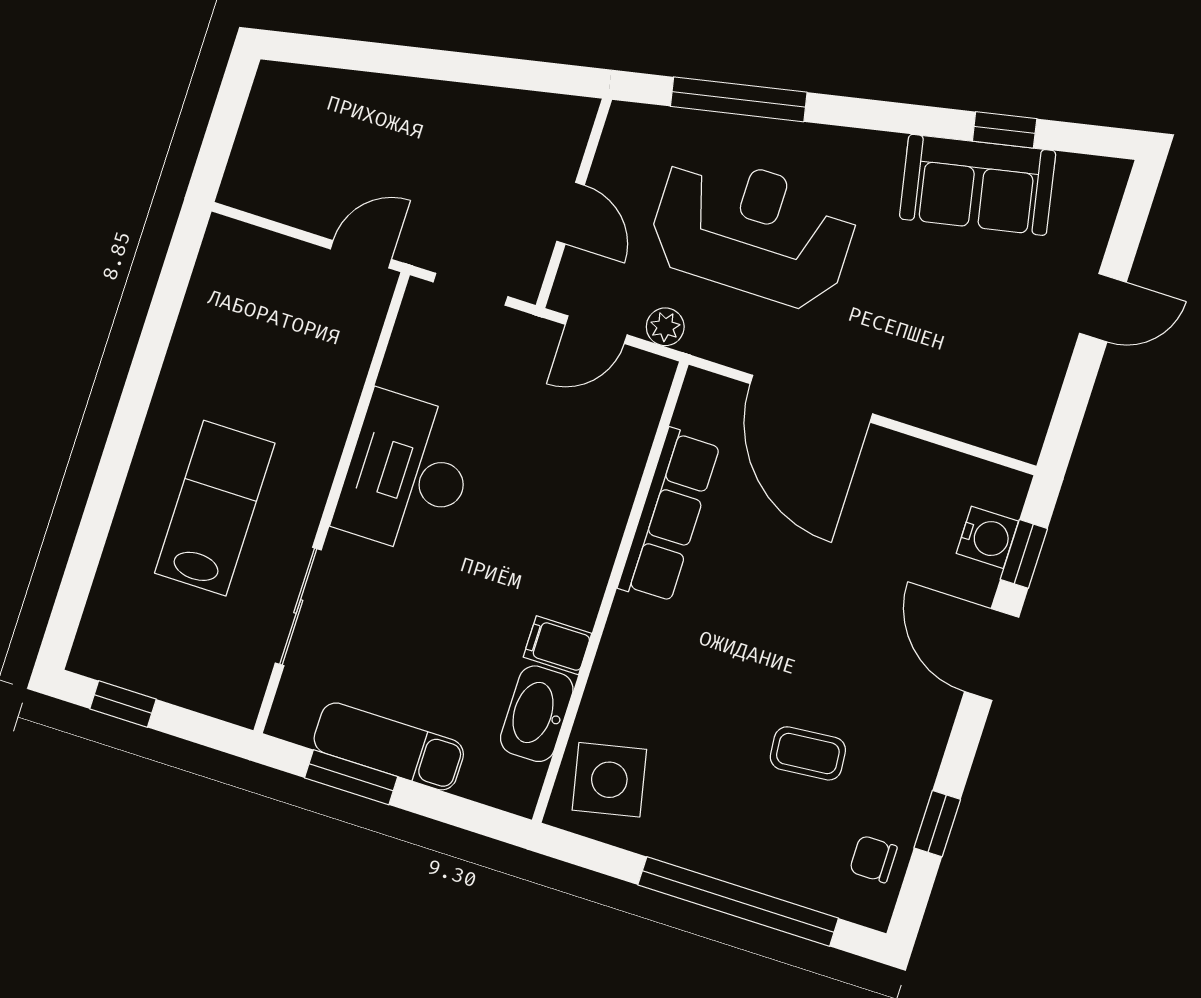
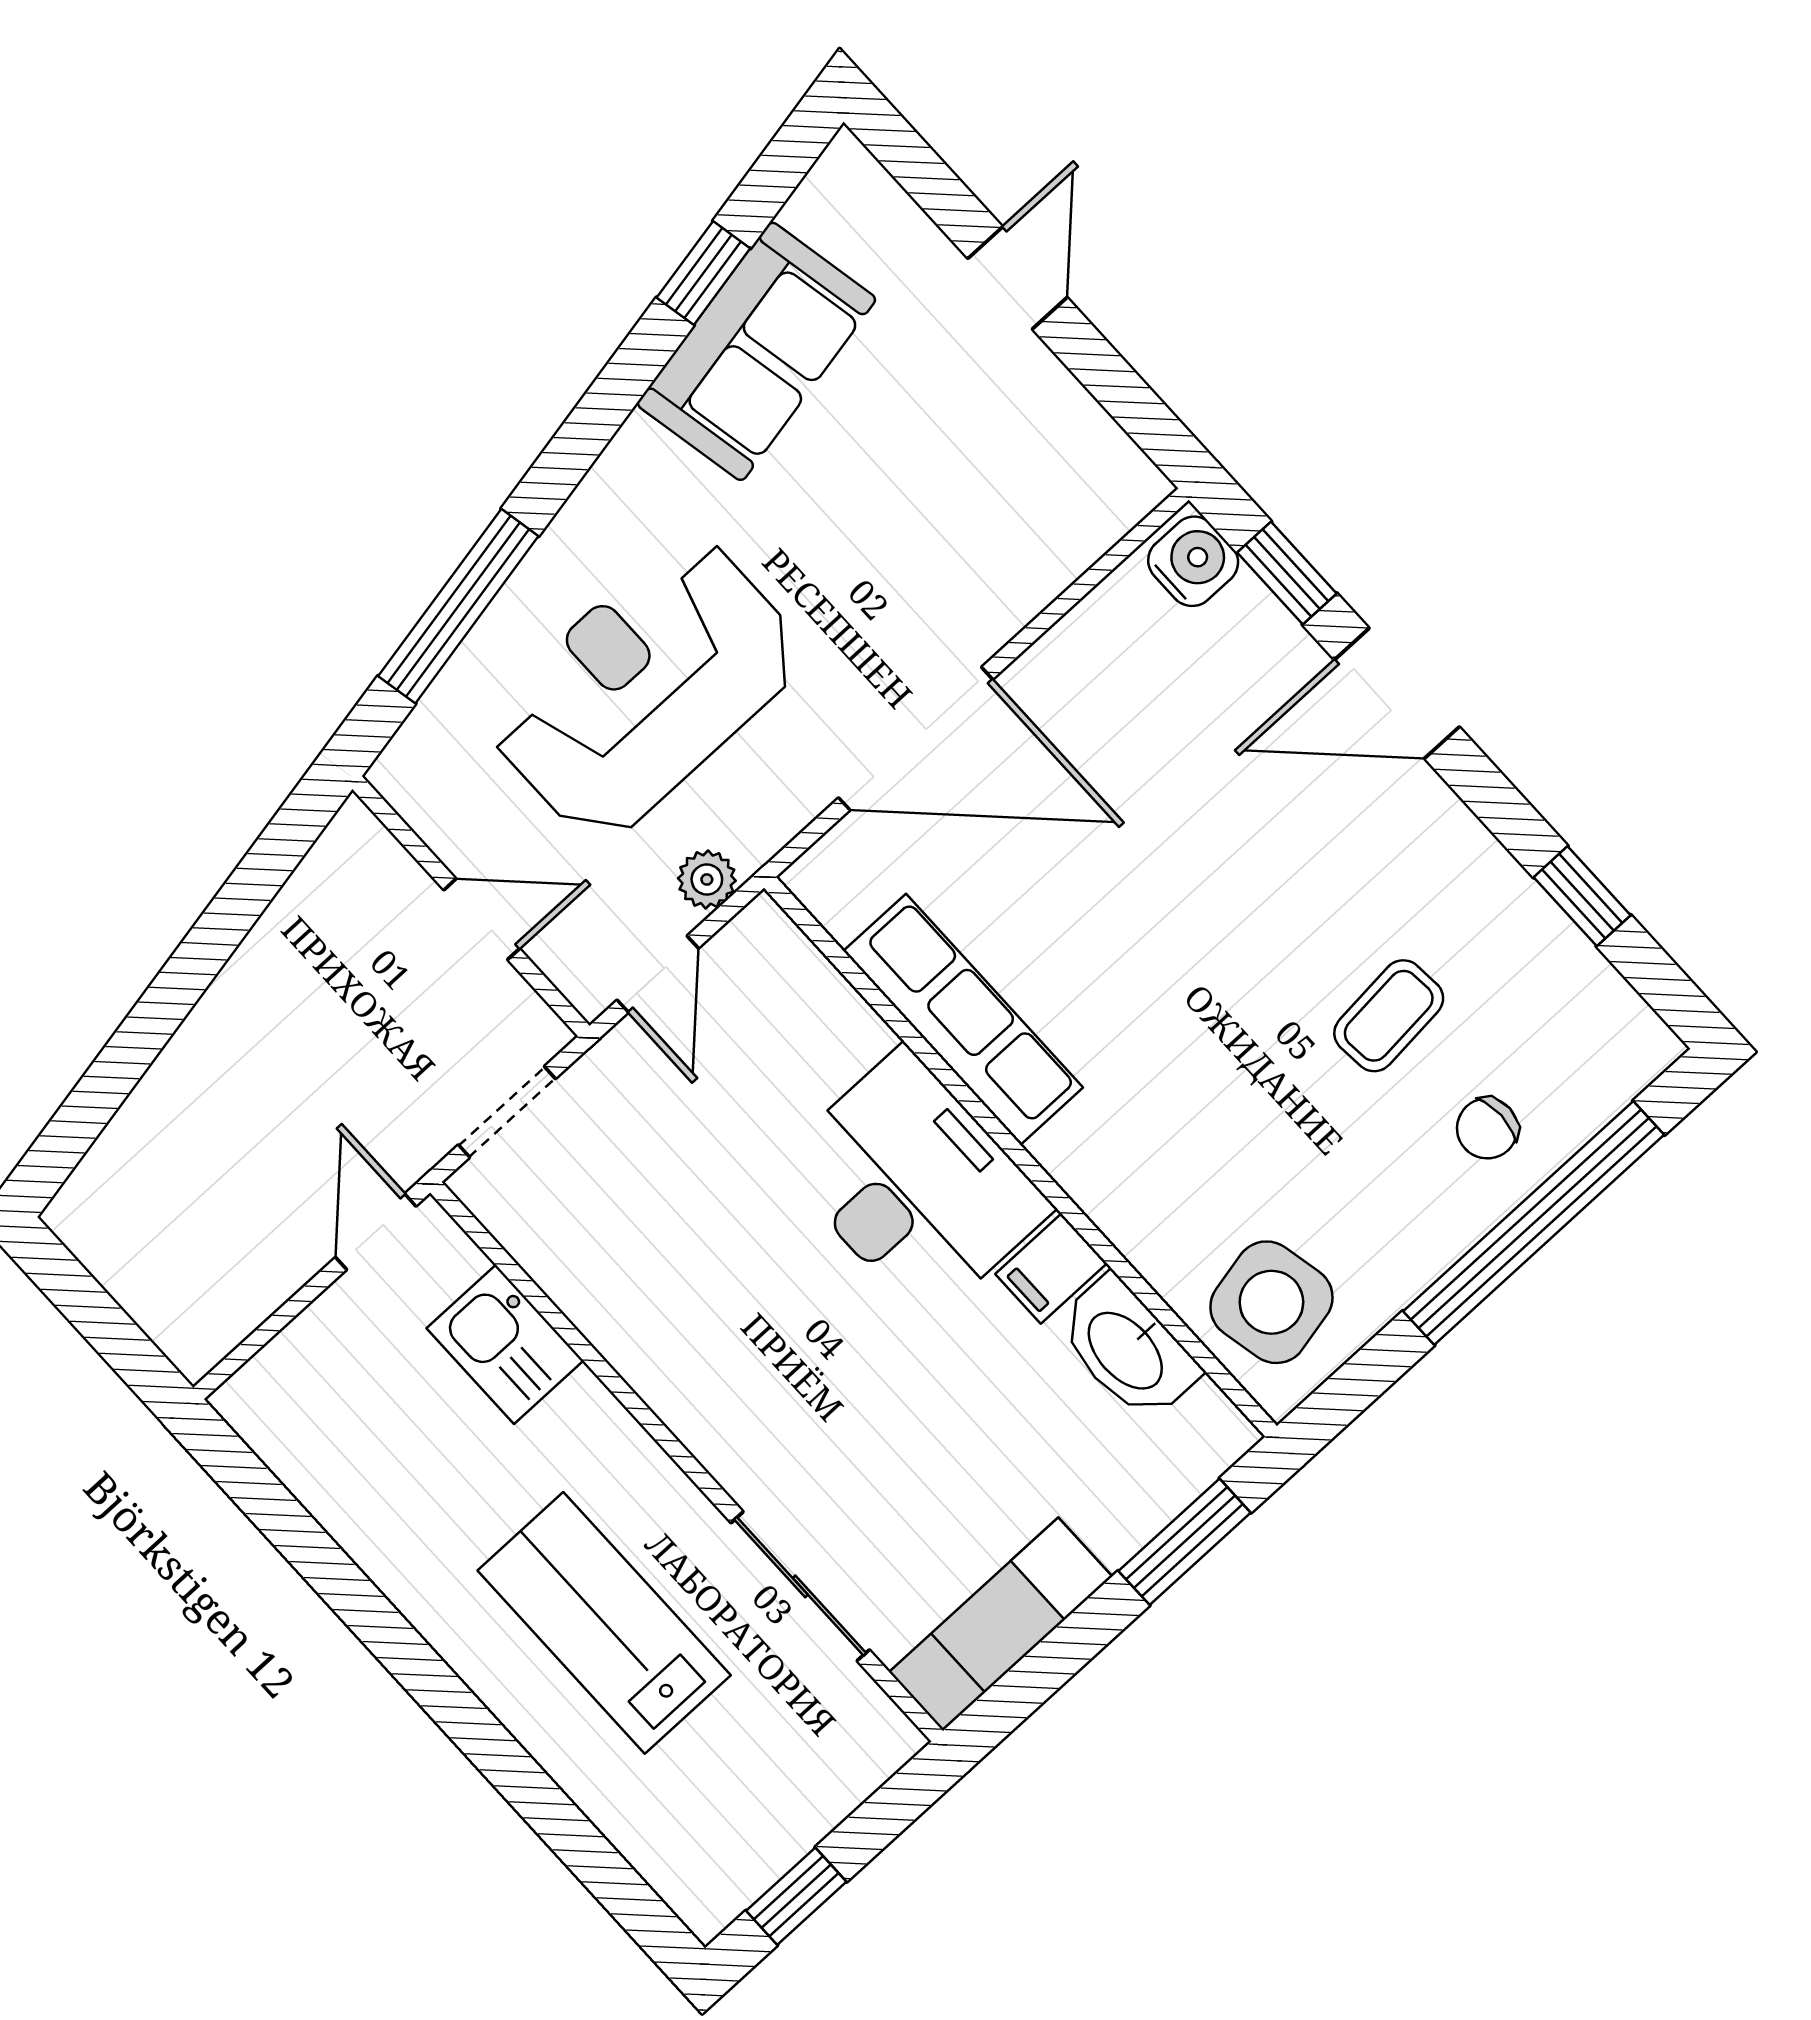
kitchen sink: (339, 363) -> (505, 1344), added
desk: (407, 474) -> (915, 1185), moved, turned 180
water cooler: (987, 537) -> (1193, 561), moved
exam couch: (389, 746) -> (1001, 1624), moved
window: (351, 777) -> (1185, 1542), moved
chair: (873, 859) -> (1487, 1128), moved

